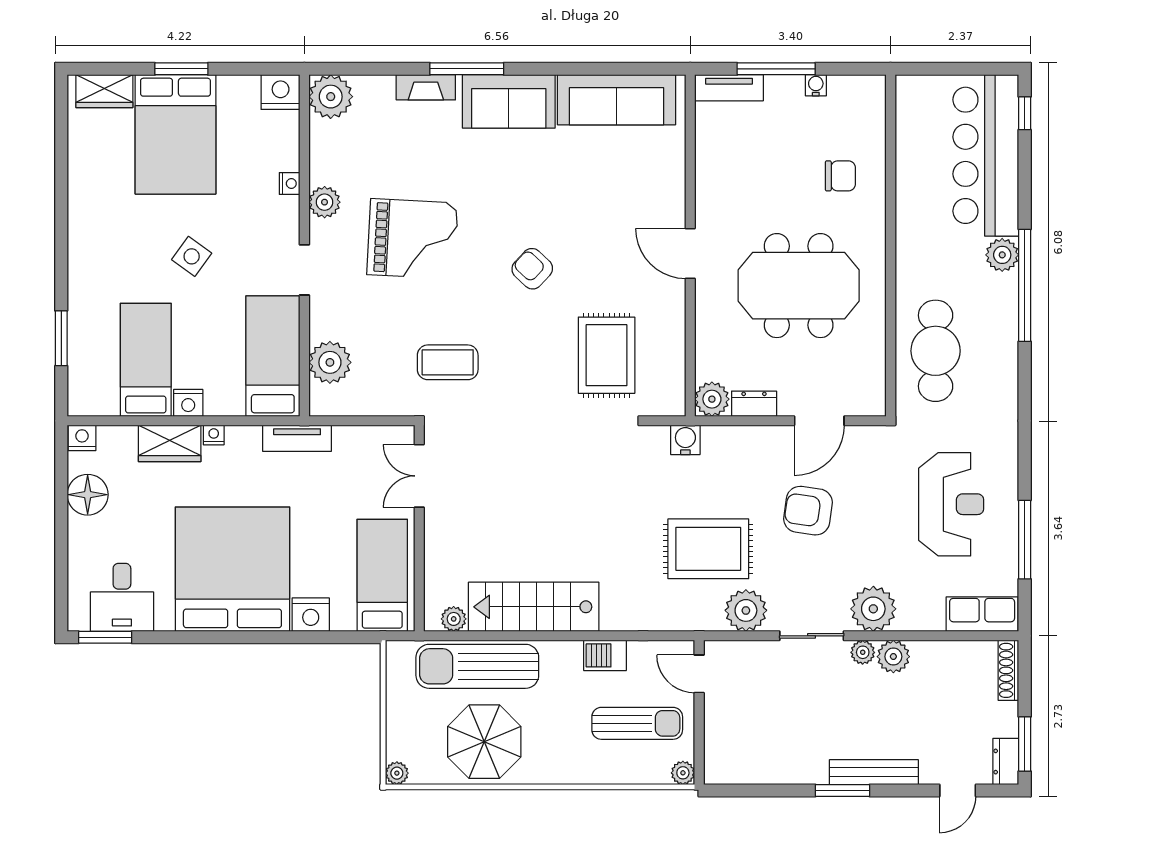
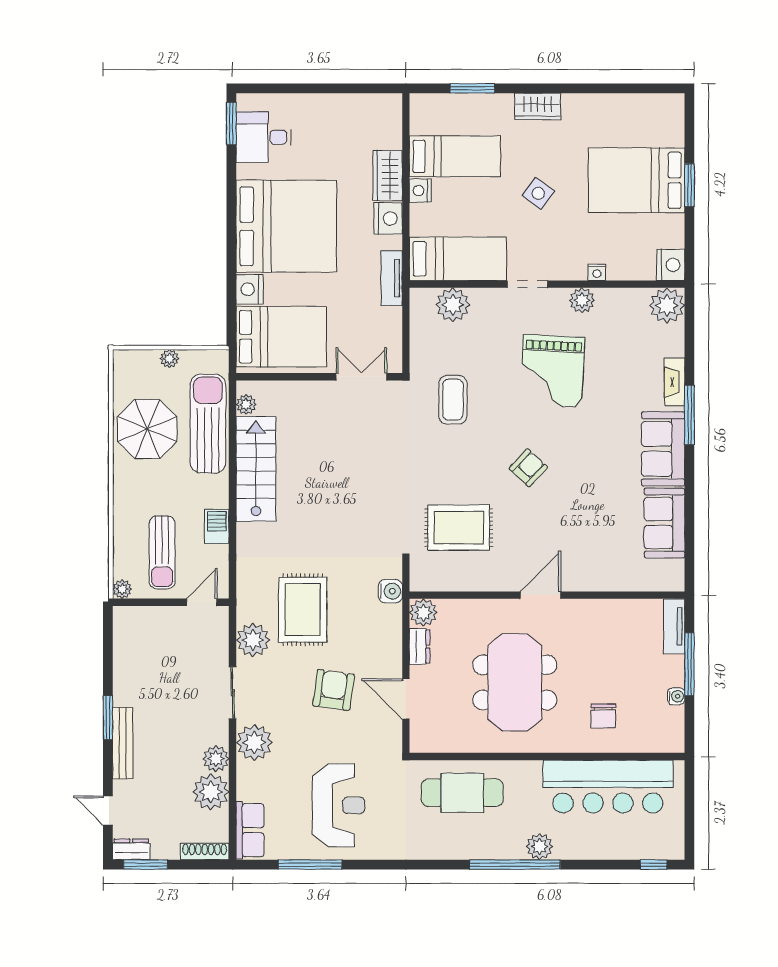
wardrobe: (104, 91) -> (538, 106), moved, turned -90
sofa: (616, 100) -> (665, 523), width x0.73
bar counter: (986, 155) -> (608, 787), moved, turned 180
nightstand: (214, 435) -> (388, 219), width x1.89, depth x1.79
nightstand: (82, 438) -> (392, 105), removed
floor lamp: (88, 495) -> (346, 109), removed
reception desk: (951, 504) -> (339, 805), turned -90
bed: (382, 575) -> (281, 337), width x1.50
plant: (863, 652) -> (211, 792), moved, width x1.87, depth x1.87
plant: (397, 773) -> (169, 359), moved

